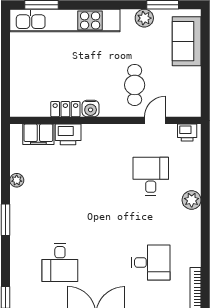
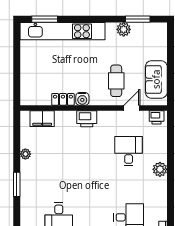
sofa: (187, 41) -> (156, 79), moved
printer: (68, 134) -> (87, 119), moved

